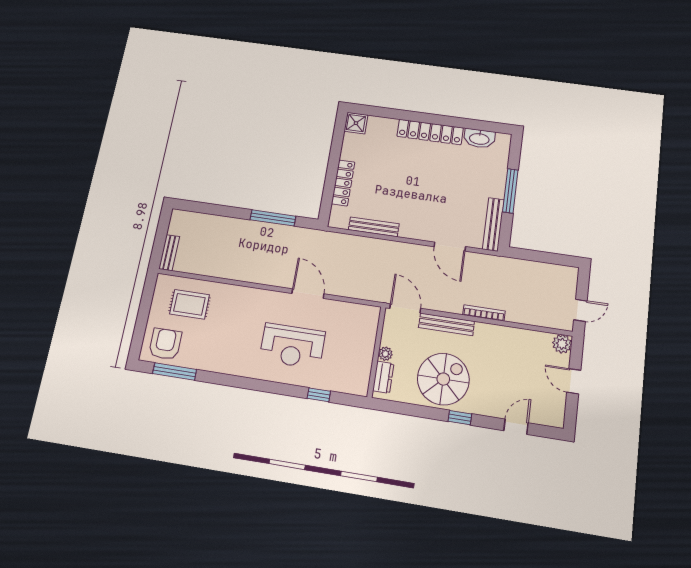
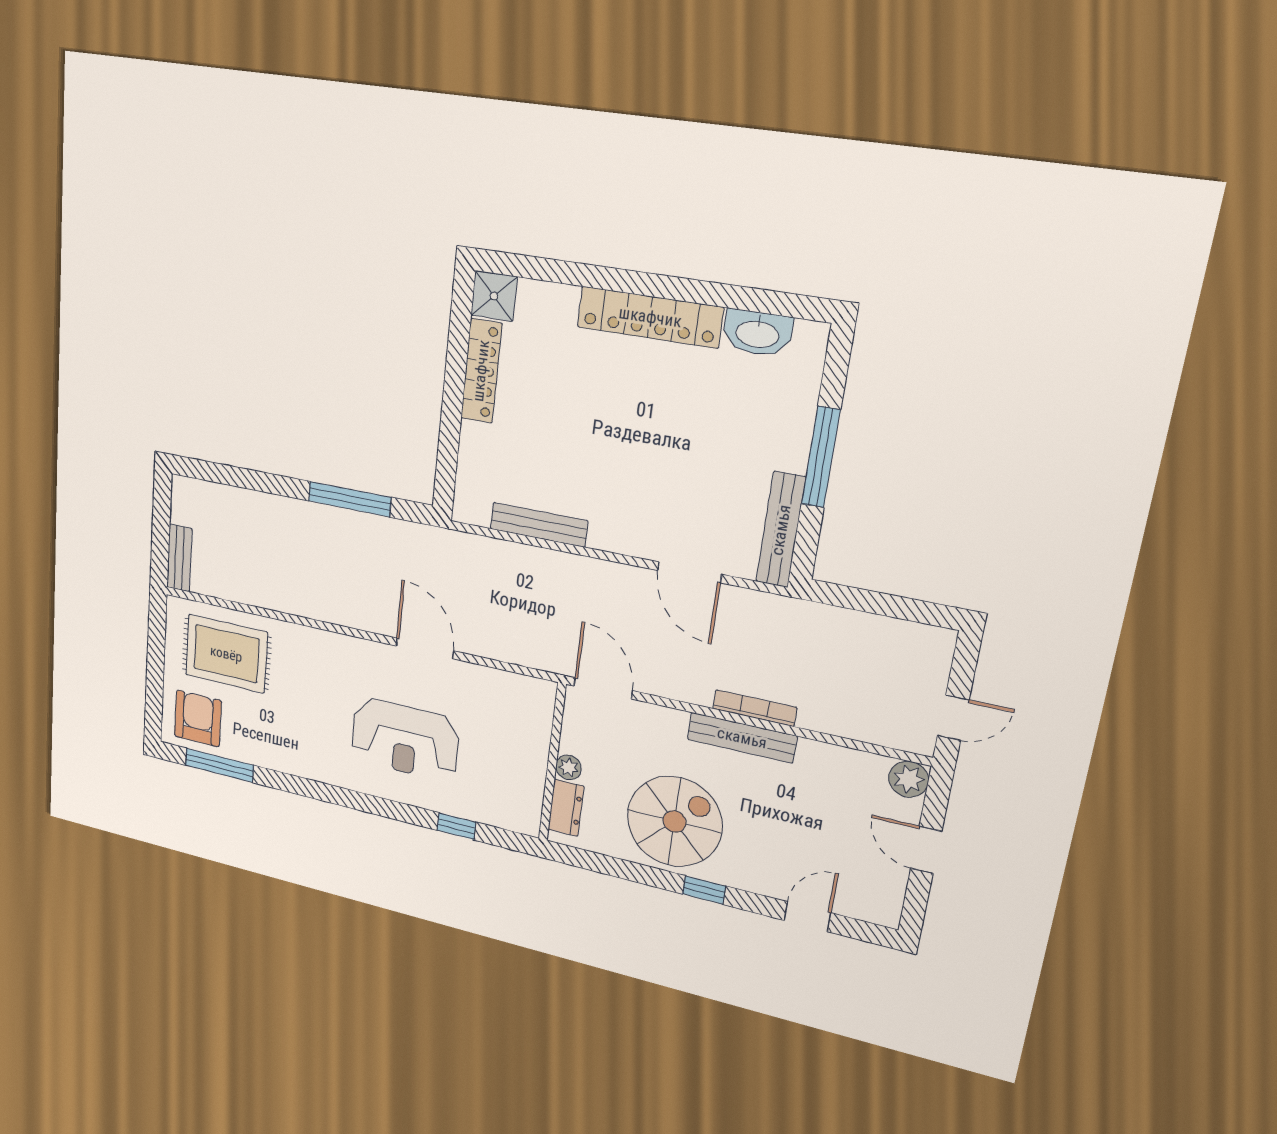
locker: (343, 183) -> (481, 371), moved
rug: (189, 304) -> (226, 654), width x1.36, depth x1.43
bench: (446, 324) -> (742, 738), moved

